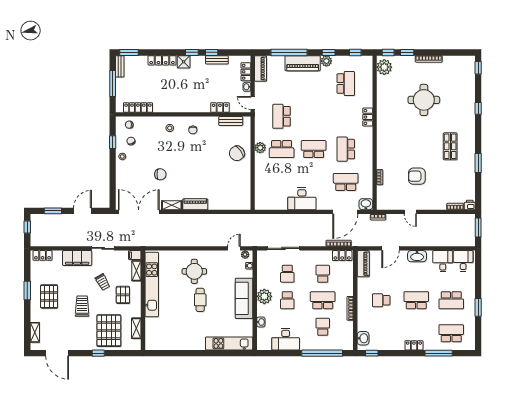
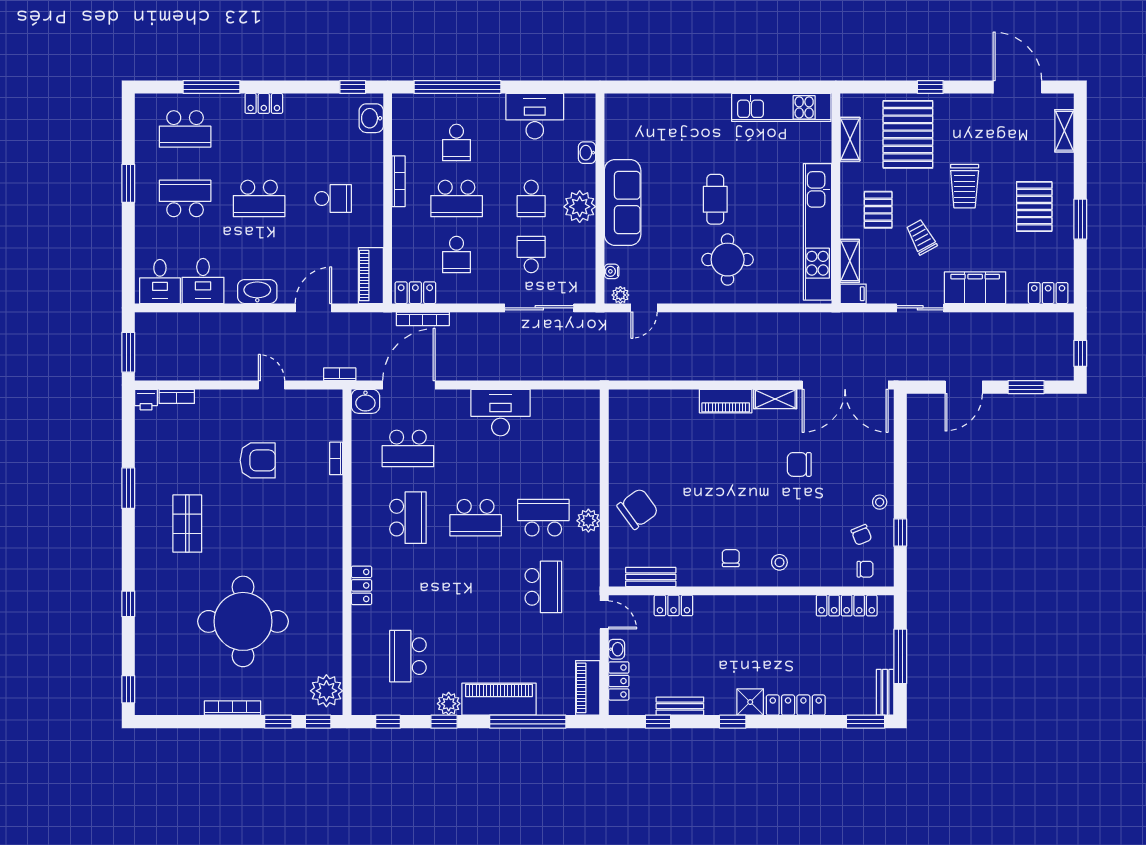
window: (212, 52) -> (658, 722), moved
round table: (424, 100) -> (243, 621), width x1.36, depth x1.36
school desk: (287, 300) -> (531, 198), turned 180
kitchen unit: (229, 343) -> (781, 107), moved

